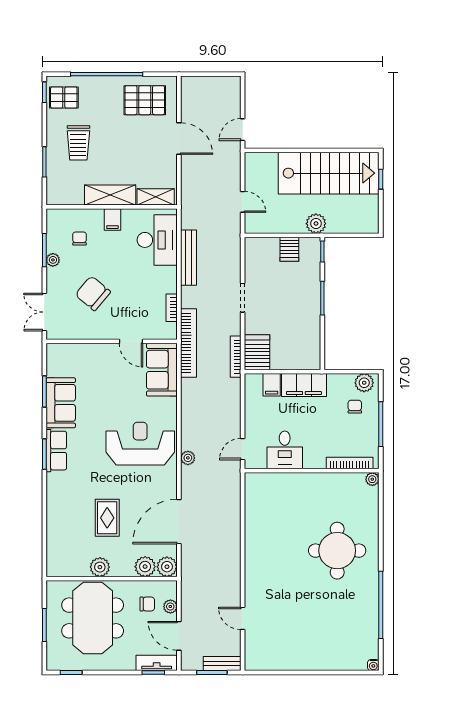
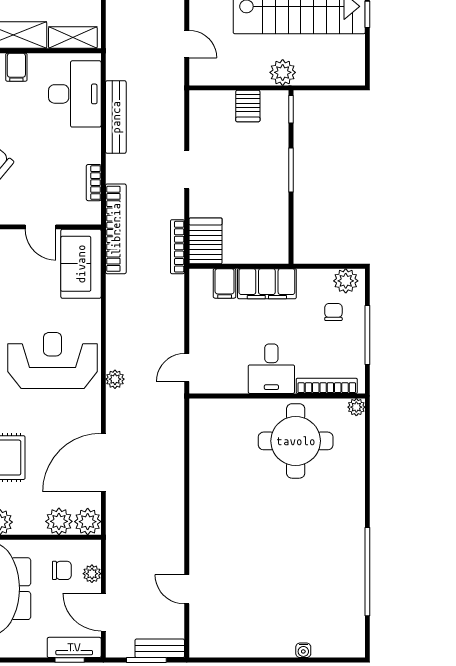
desk: (285, 450) -> (271, 369), moved
round table: (337, 551) -> (296, 441), moved
water cooler: (373, 665) -> (303, 650), moved

